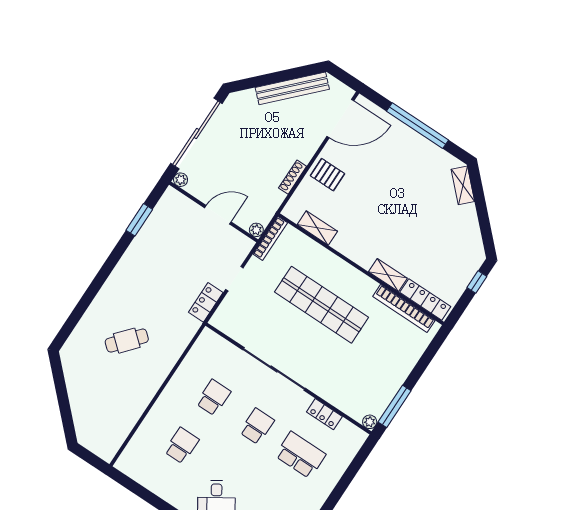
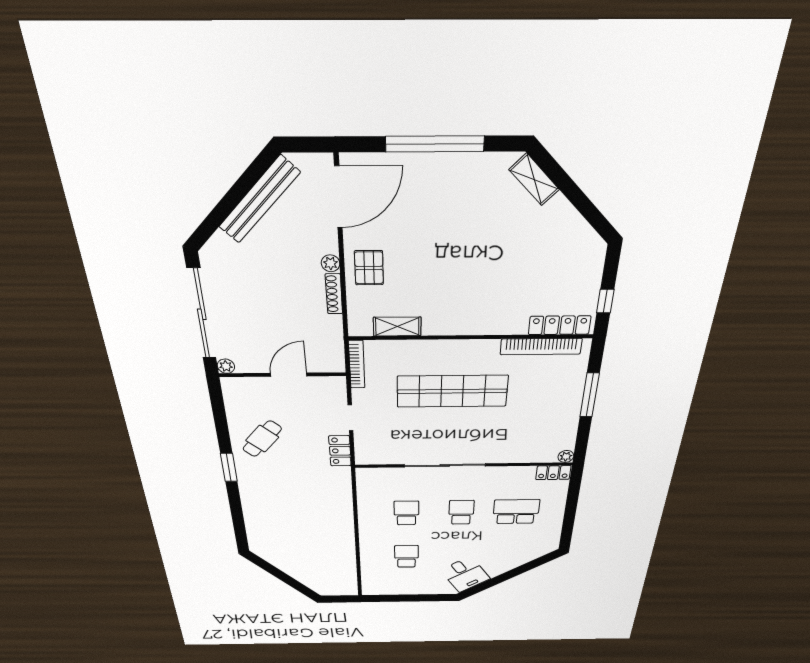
pallet: (327, 175) -> (369, 268), turned 90
window: (139, 220) -> (229, 467), moved
plant: (256, 230) -> (331, 263), moved
shelving: (388, 275) -> (504, 326), removed
window: (477, 282) -> (605, 301), moved
cafe table: (127, 341) -> (262, 439), moved
window: (395, 406) -> (590, 395), moved
locker: (324, 414) -> (553, 473), moved

